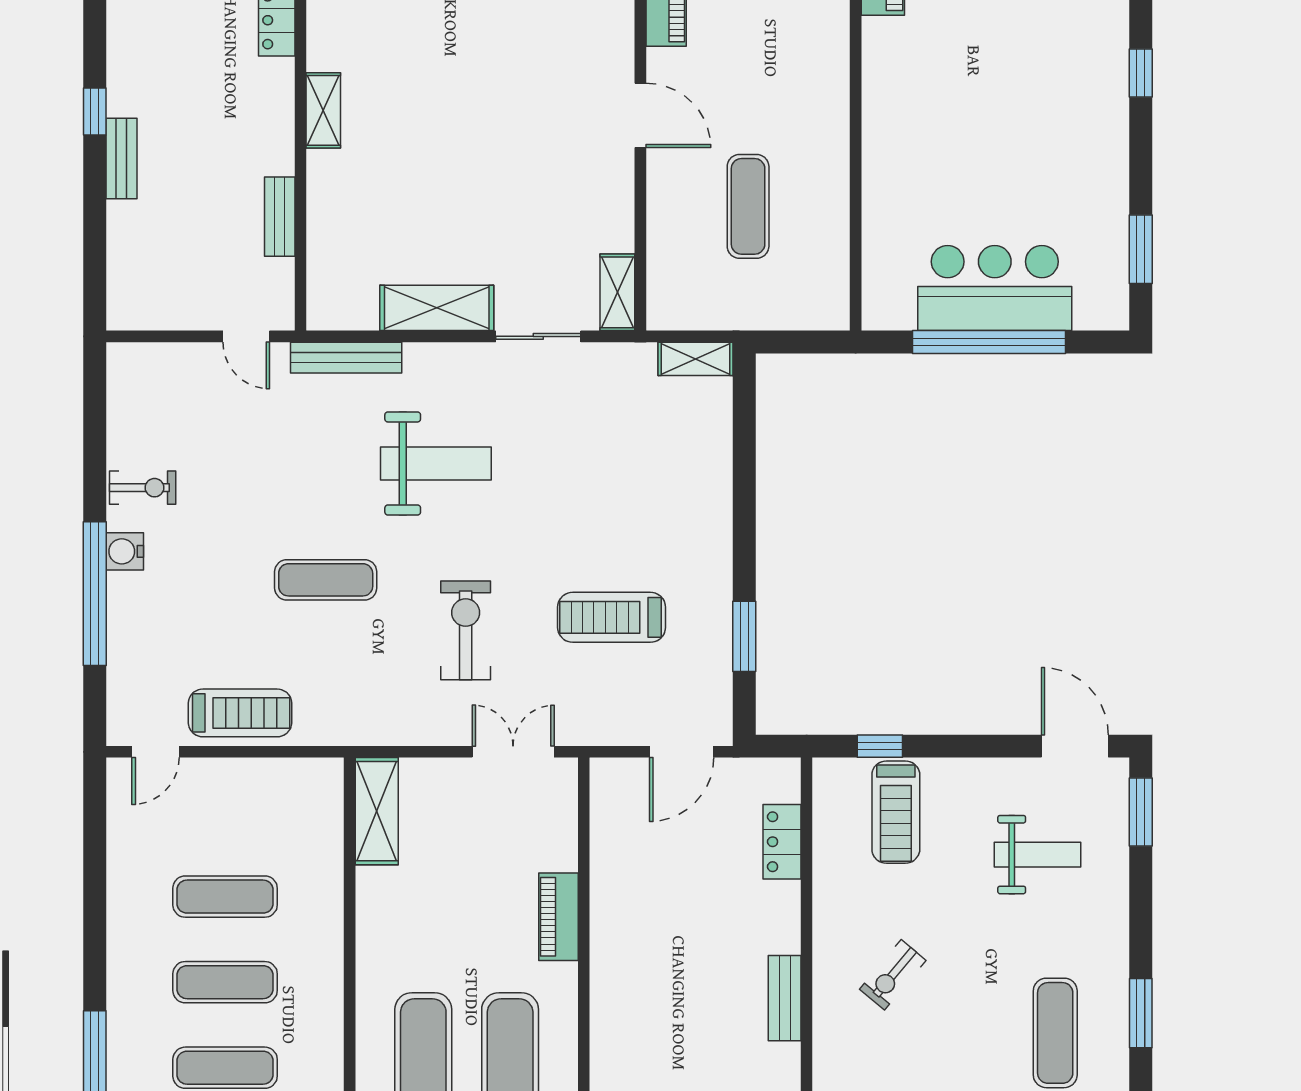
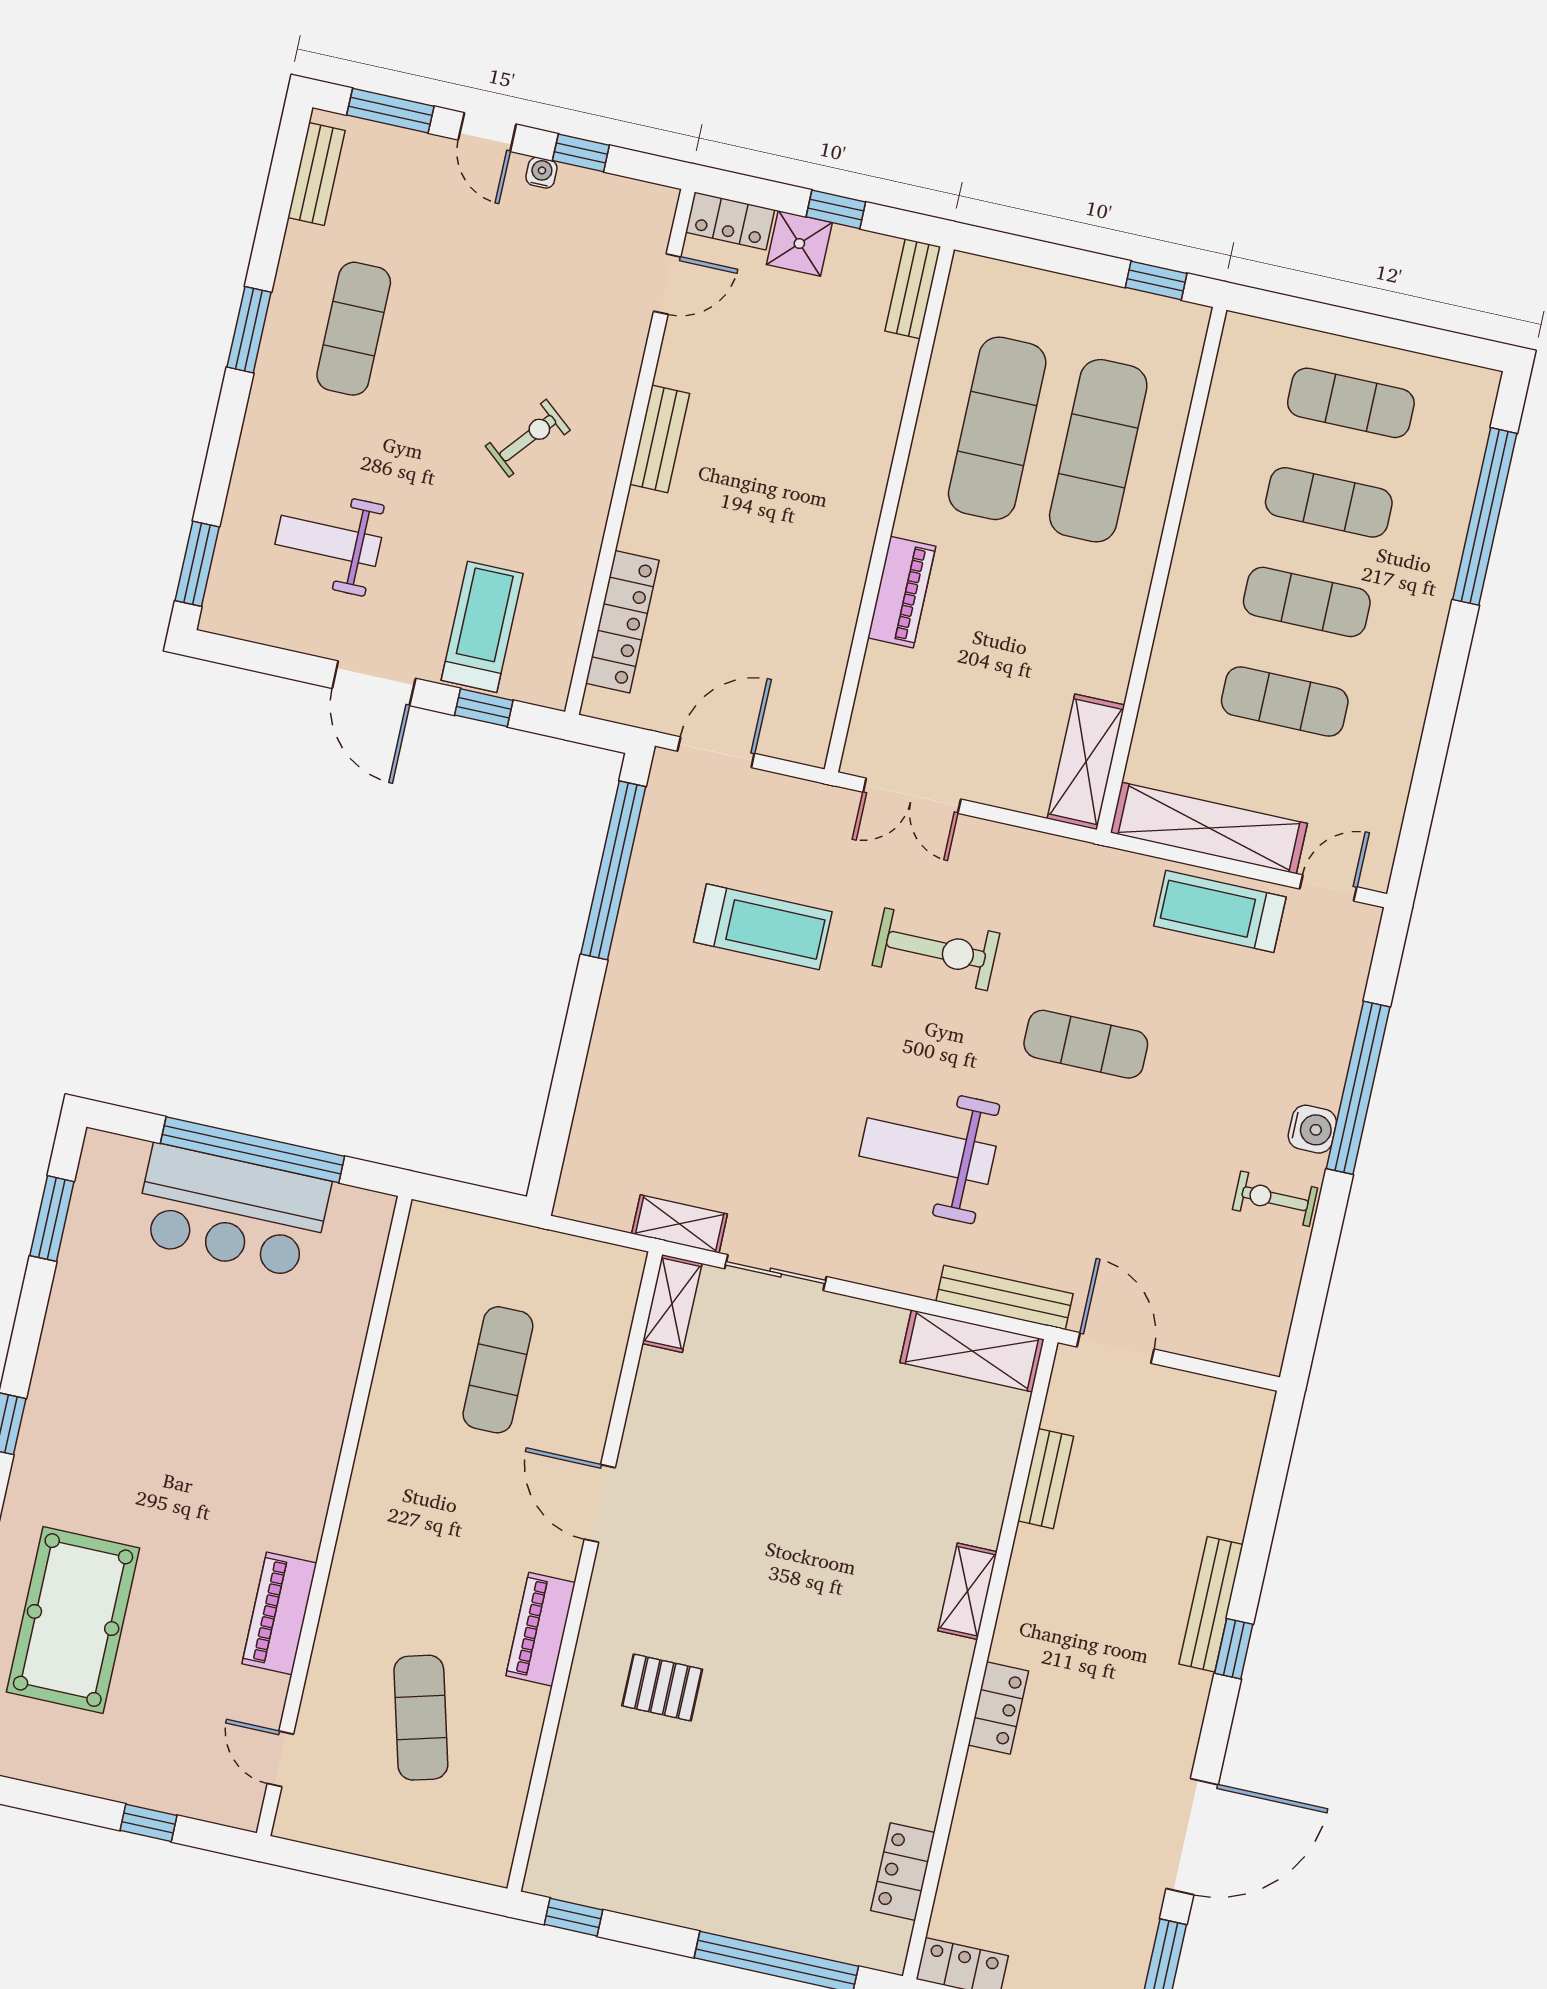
bench: (121, 158) -> (1211, 1604), width x1.36
shelving: (437, 308) -> (972, 1351), moved
door: (246, 336) -> (1115, 1348), width x1.38
shelving: (696, 359) -> (680, 1224), moved
exercise bike: (466, 630) -> (936, 949), turned -90
window: (744, 636) -> (613, 870), width x2.11
door: (1075, 746) -> (374, 683), moved
shelving: (264, 779) -> (1209, 828), added
locker: (782, 842) -> (622, 622), width x1.53

